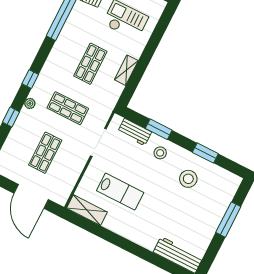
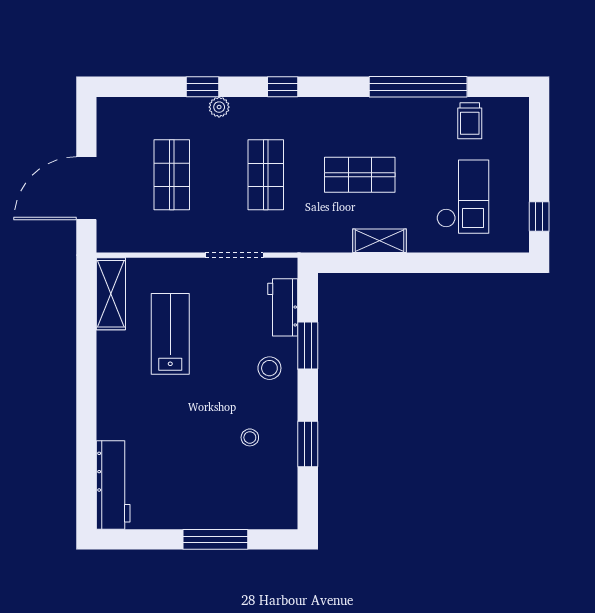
plant: (30, 103) -> (219, 107), moved
shop shelf: (45, 153) -> (172, 175), turned 90
stool: (188, 179) -> (250, 437), width x0.53, depth x0.53
lab bench: (120, 192) -> (170, 334), turned 180

